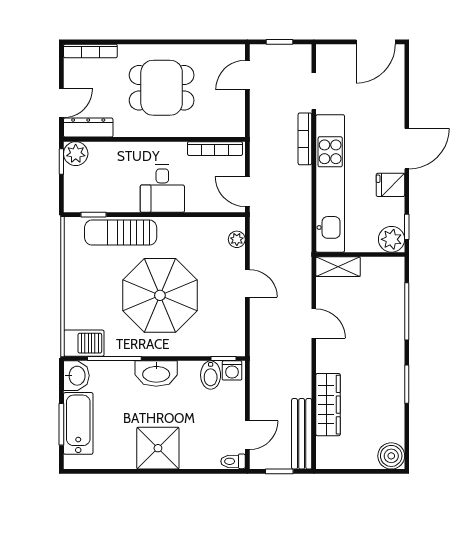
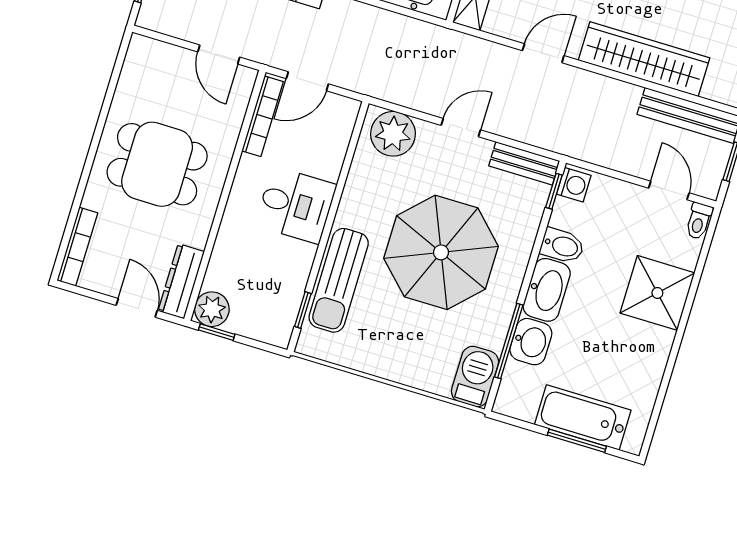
door: (247, 75) -> (219, 55), moved
dining table: (162, 88) -> (157, 164), turned 90
door: (247, 192) -> (307, 81), moved
plant: (237, 239) -> (393, 134), width x1.88, depth x1.88
bench: (236, 333) -> (524, 163), added
bidet: (211, 375) -> (562, 246), moved
washbasin: (76, 376) -> (531, 342), moved, turned 90
wardrobe: (328, 405) -> (644, 59), width x1.40, depth x1.17
shower: (158, 448) -> (657, 293), moved

